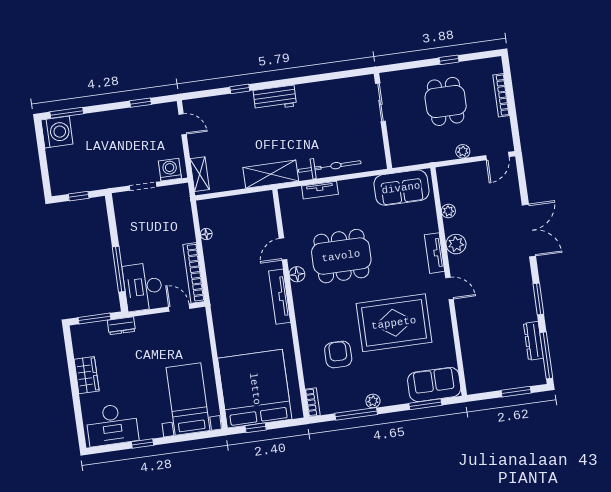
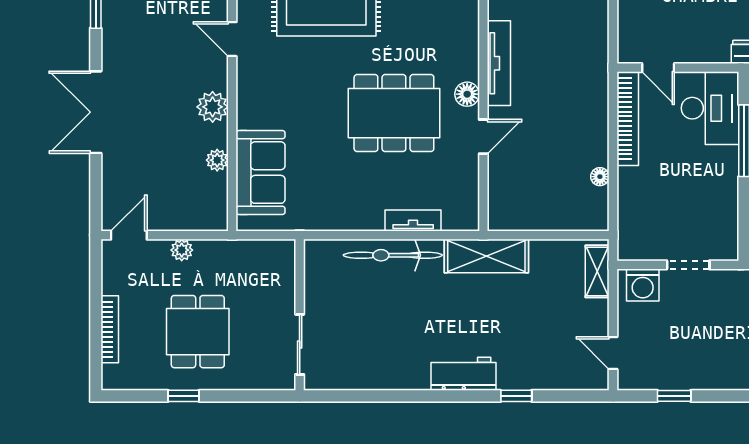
sofa: (401, 188) -> (260, 173), moved, turned 90
tv unit: (435, 253) -> (248, 97), removed

